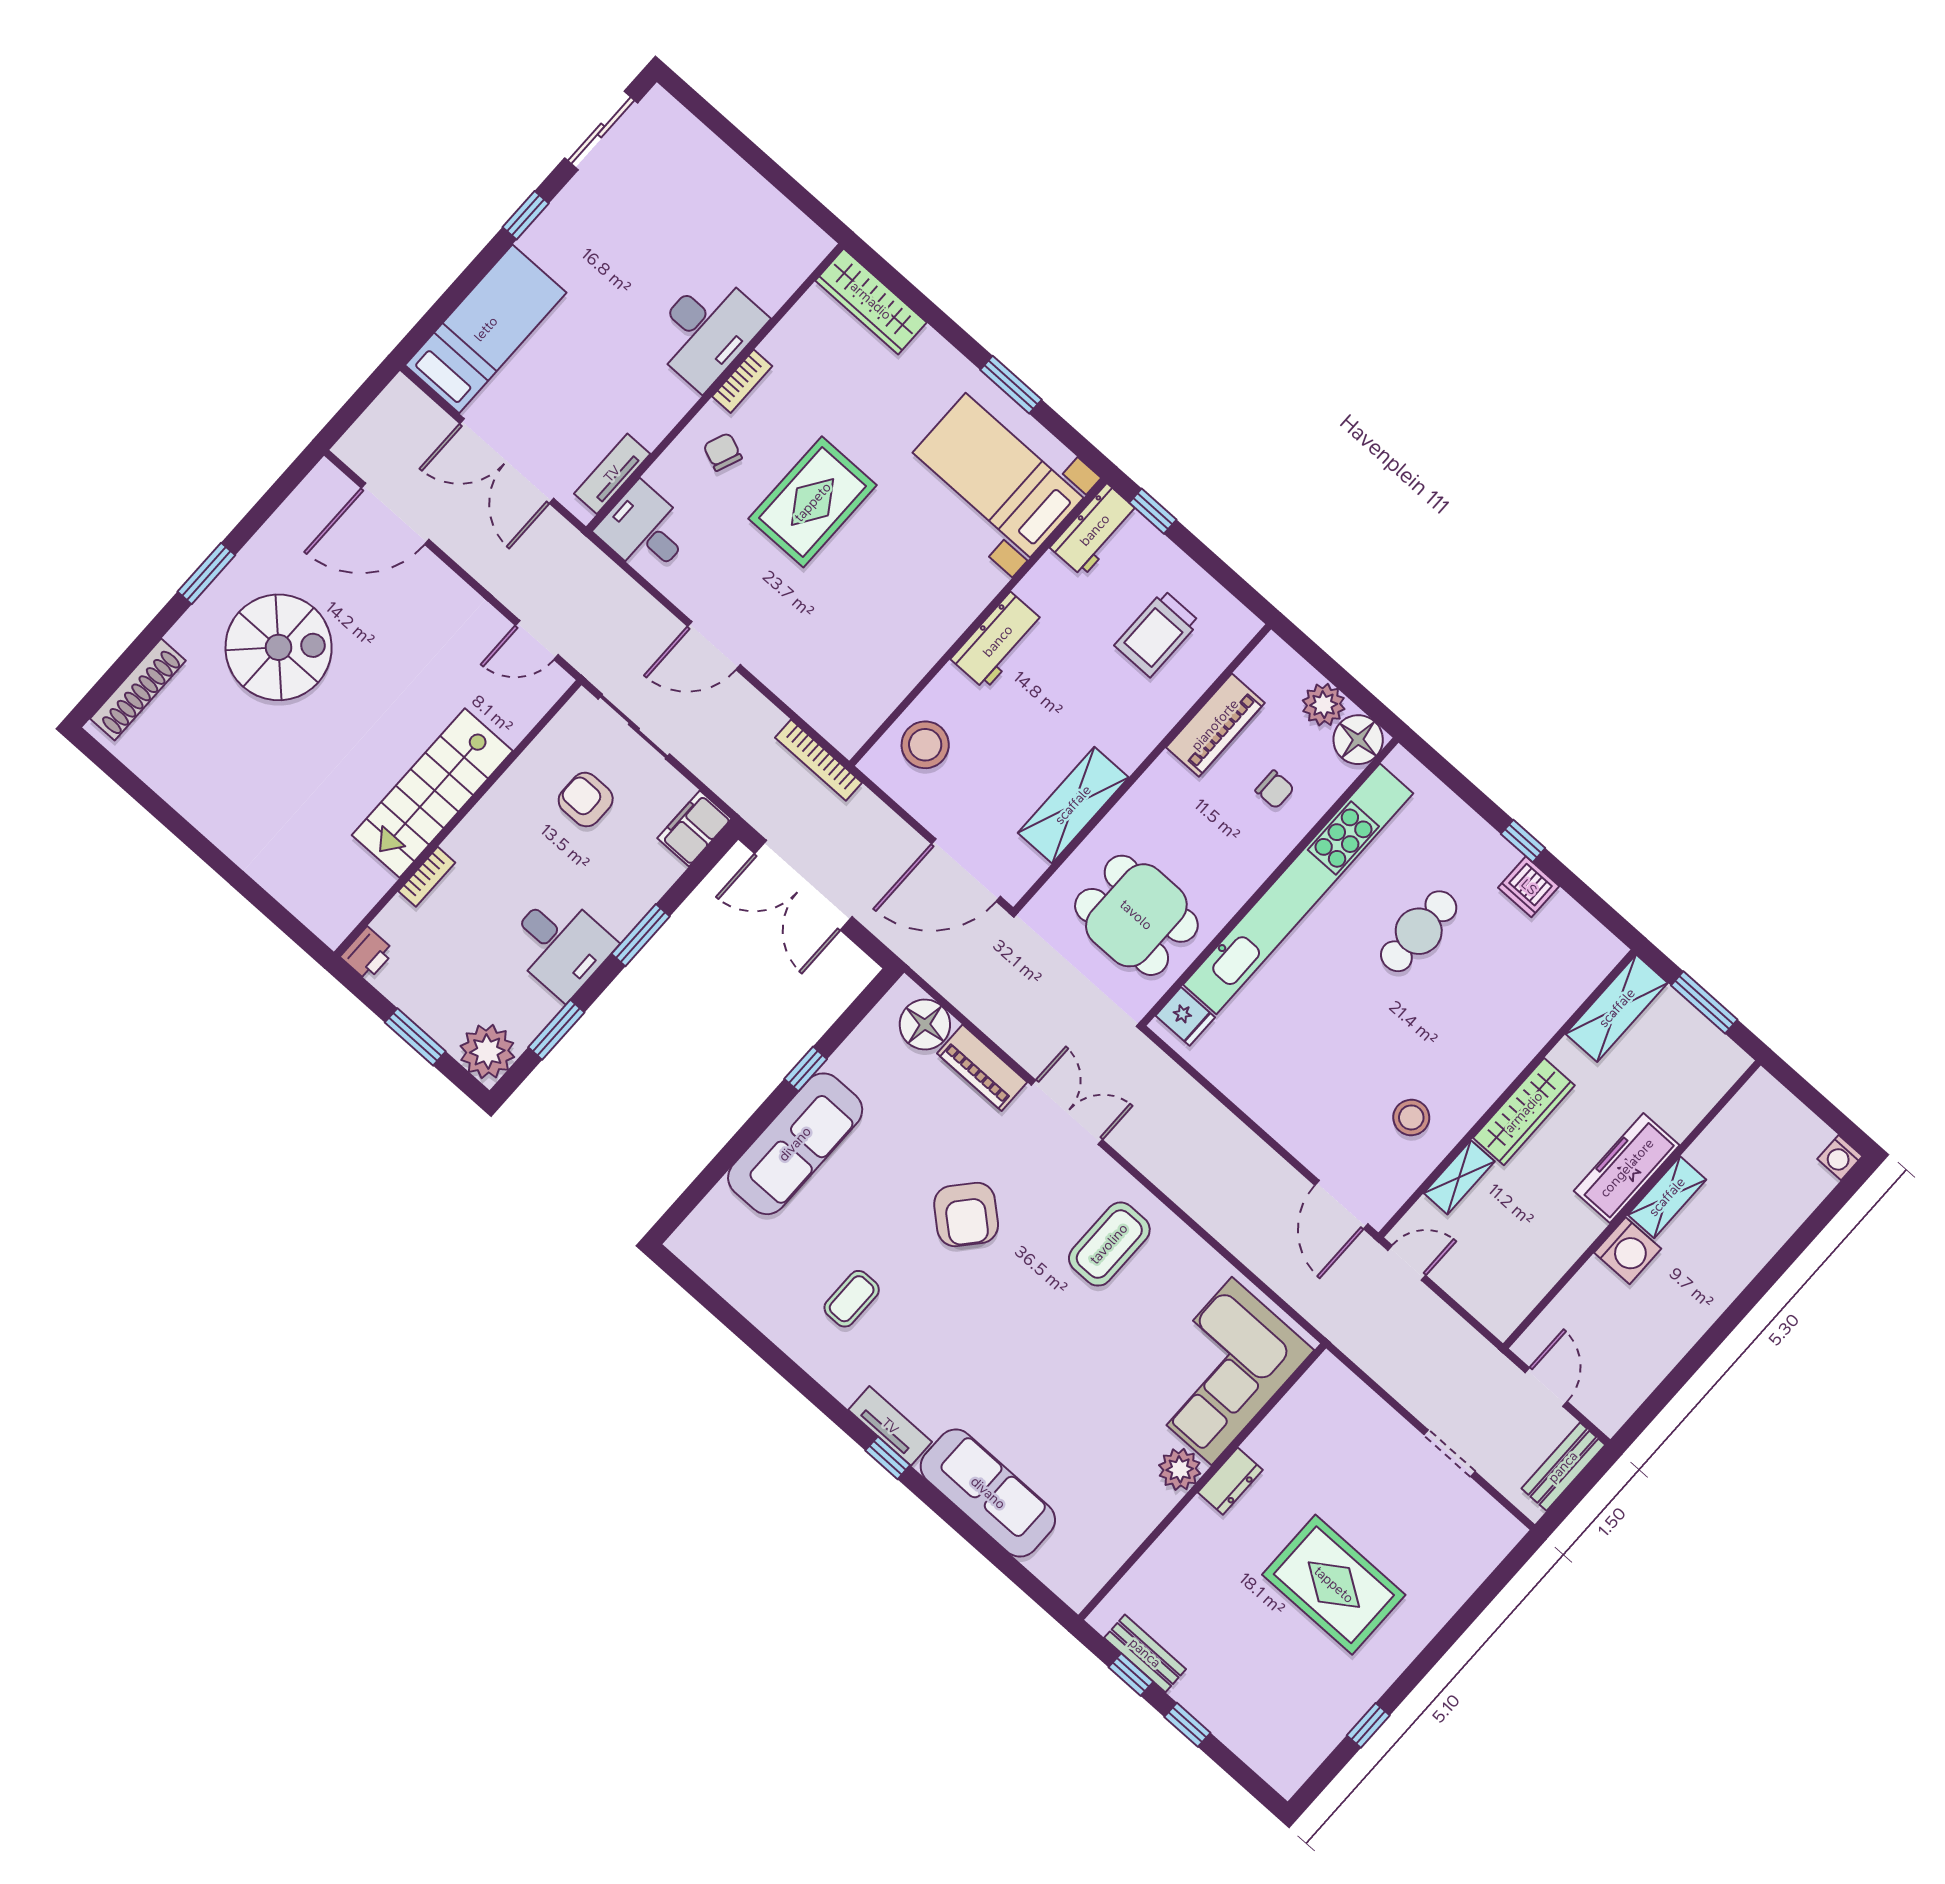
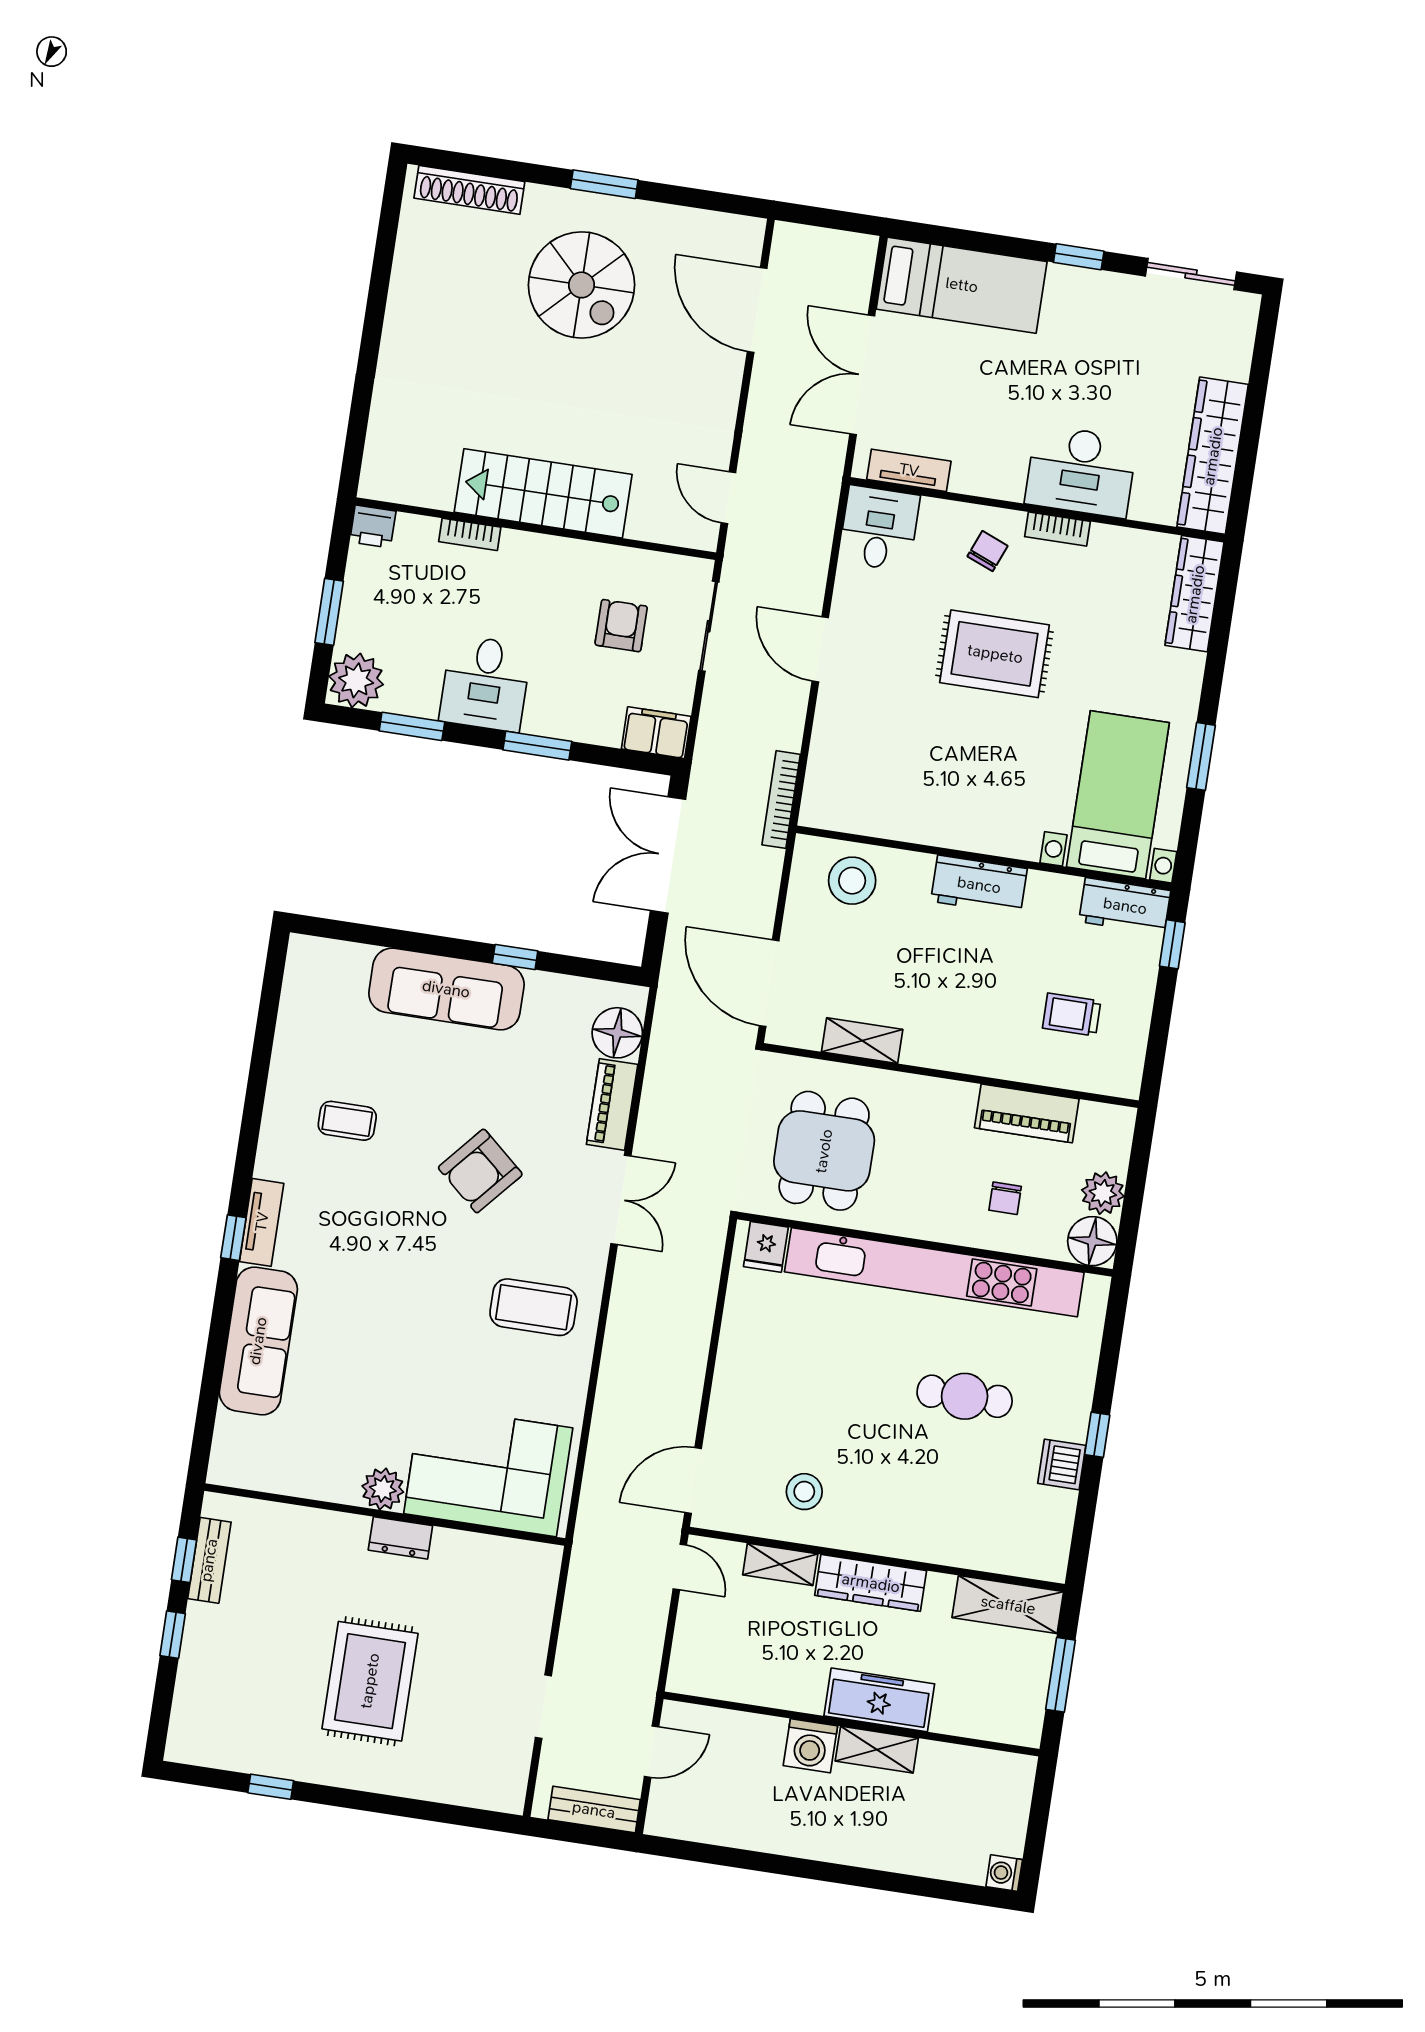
wardrobe: (765, 211) -> (1213, 456), added
trolley: (1157, 634) -> (1072, 1015), width x0.73, depth x0.72
shelving: (1073, 805) -> (862, 1041), width x0.67, depth x0.75

